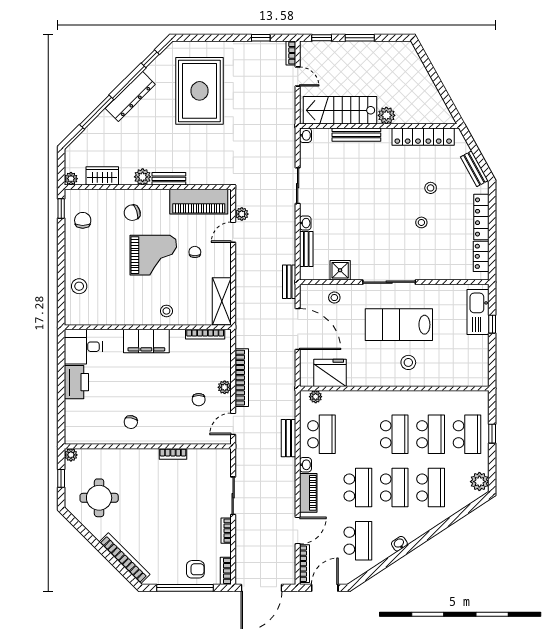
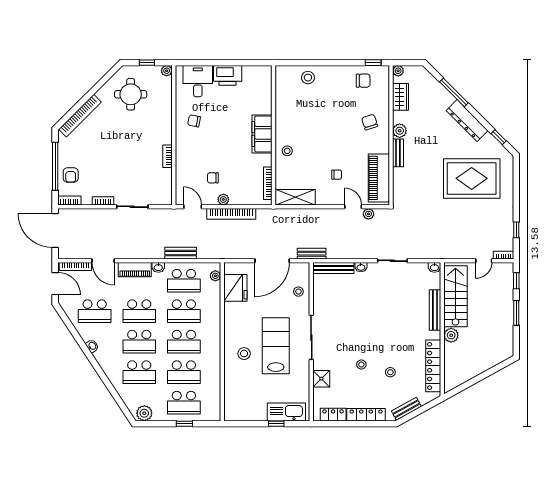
bench: (306, 249) -> (334, 268), width x1.36
grand piano: (153, 255) -> (334, 140), removed
shower: (340, 270) -> (321, 379), moved
desk: (83, 347) -> (198, 81), moved
school desk: (358, 434) -> (184, 311), added

